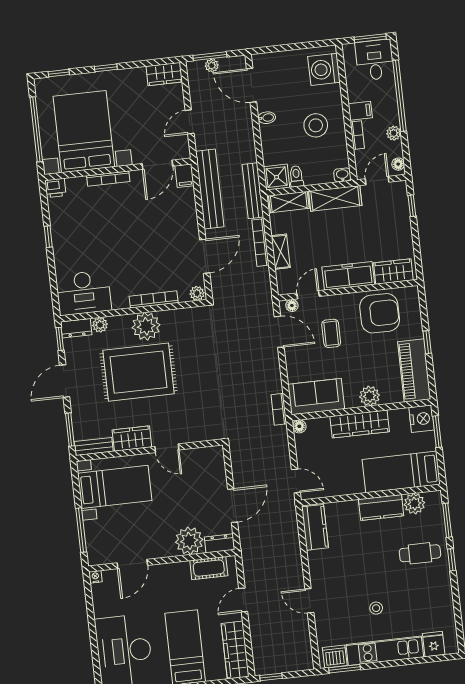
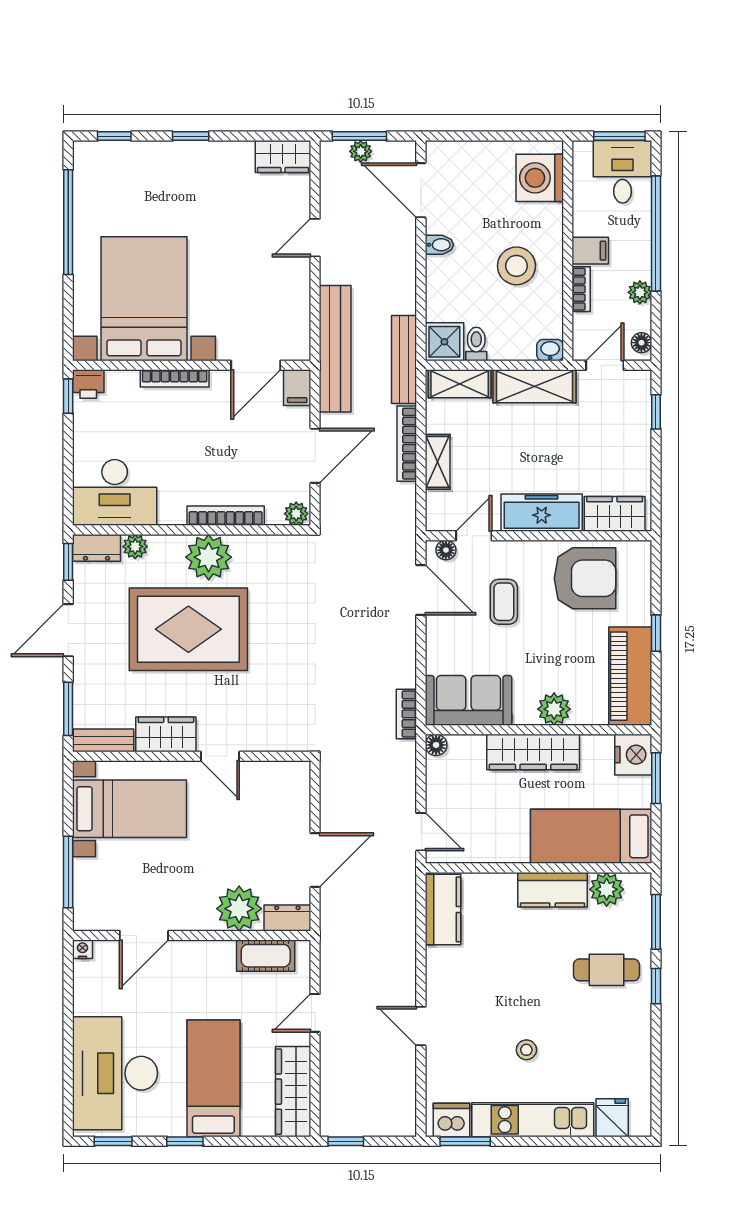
bed with nightstands: (84, 132) -> (144, 299), moved
door: (157, 165) -> (256, 365), moved
wall: (118, 169) -> (192, 365), moved
filing cabinet: (184, 176) -> (297, 388), moved
bookcase: (108, 179) -> (175, 378), moved
printer: (55, 188) -> (88, 384), moved

